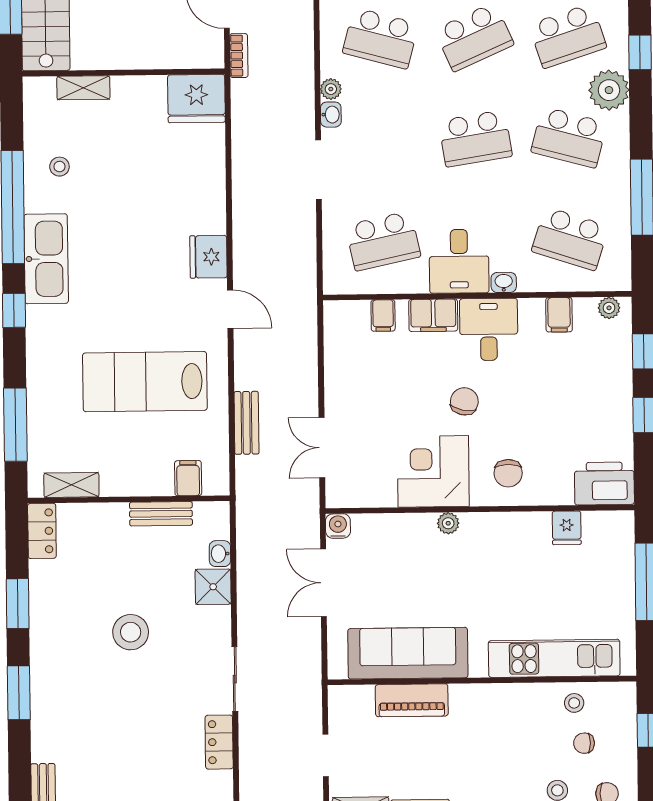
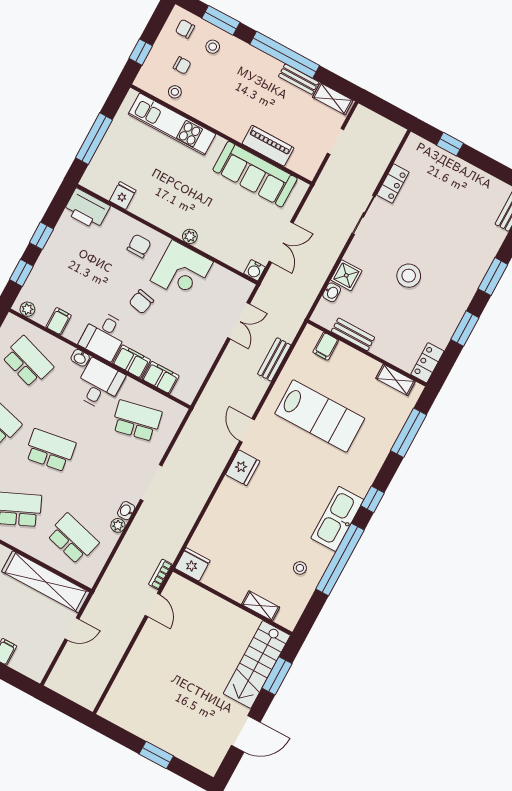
fridge: (196, 99) -> (192, 564), width x0.73, depth x0.75
filing cabinet: (383, 315) -> (161, 378), width x2.00

